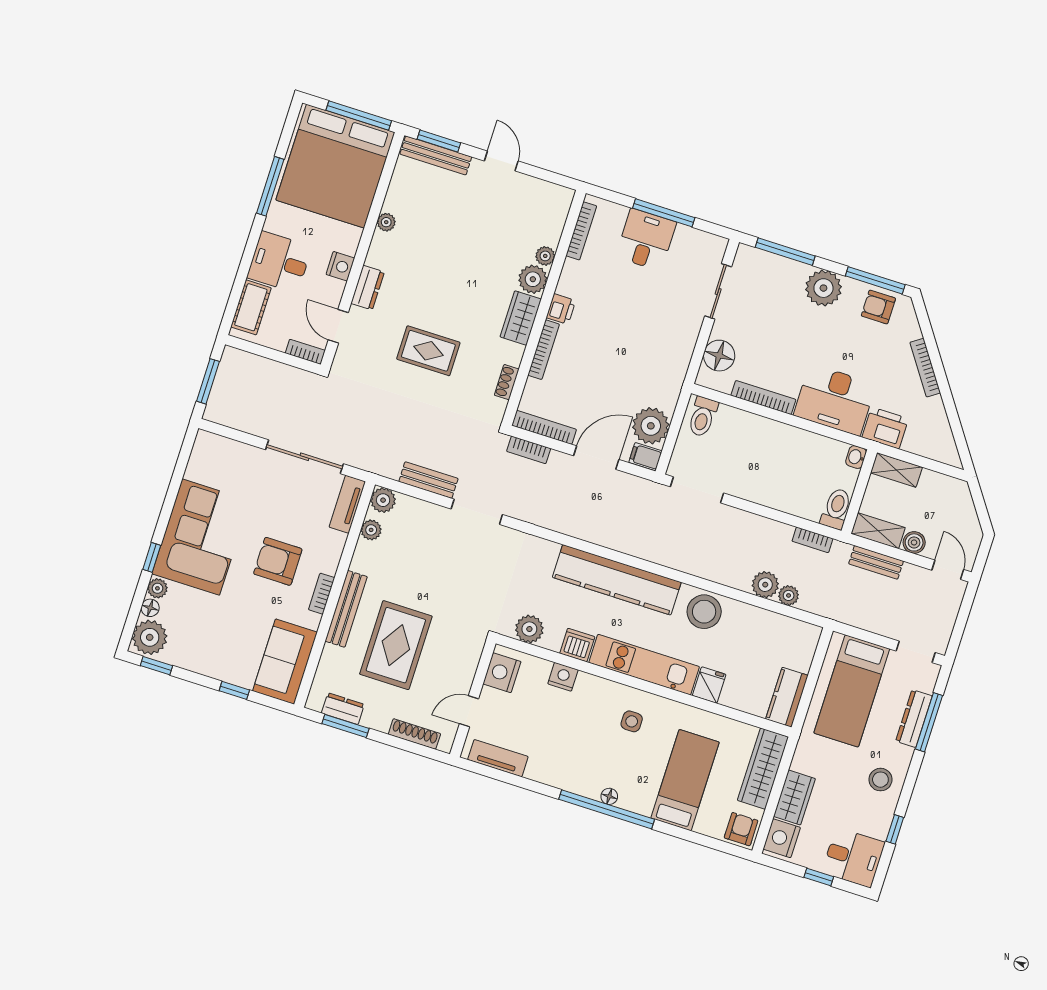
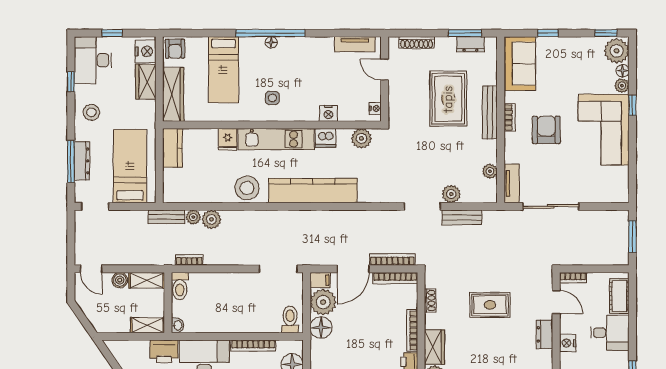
floor lamp: (665, 393) -> (321, 327), added
bookcase: (529, 450) -> (392, 259), width x1.56
plant: (383, 500) -> (451, 194), moved
armchair: (278, 561) -> (546, 130), turned -90
bench: (876, 562) -> (166, 217), moved
nightstand: (502, 673) -> (375, 108), width x0.53, depth x0.56
door: (469, 711) -> (385, 70), swing flipped
desk: (853, 857) -> (93, 60), width x1.37

